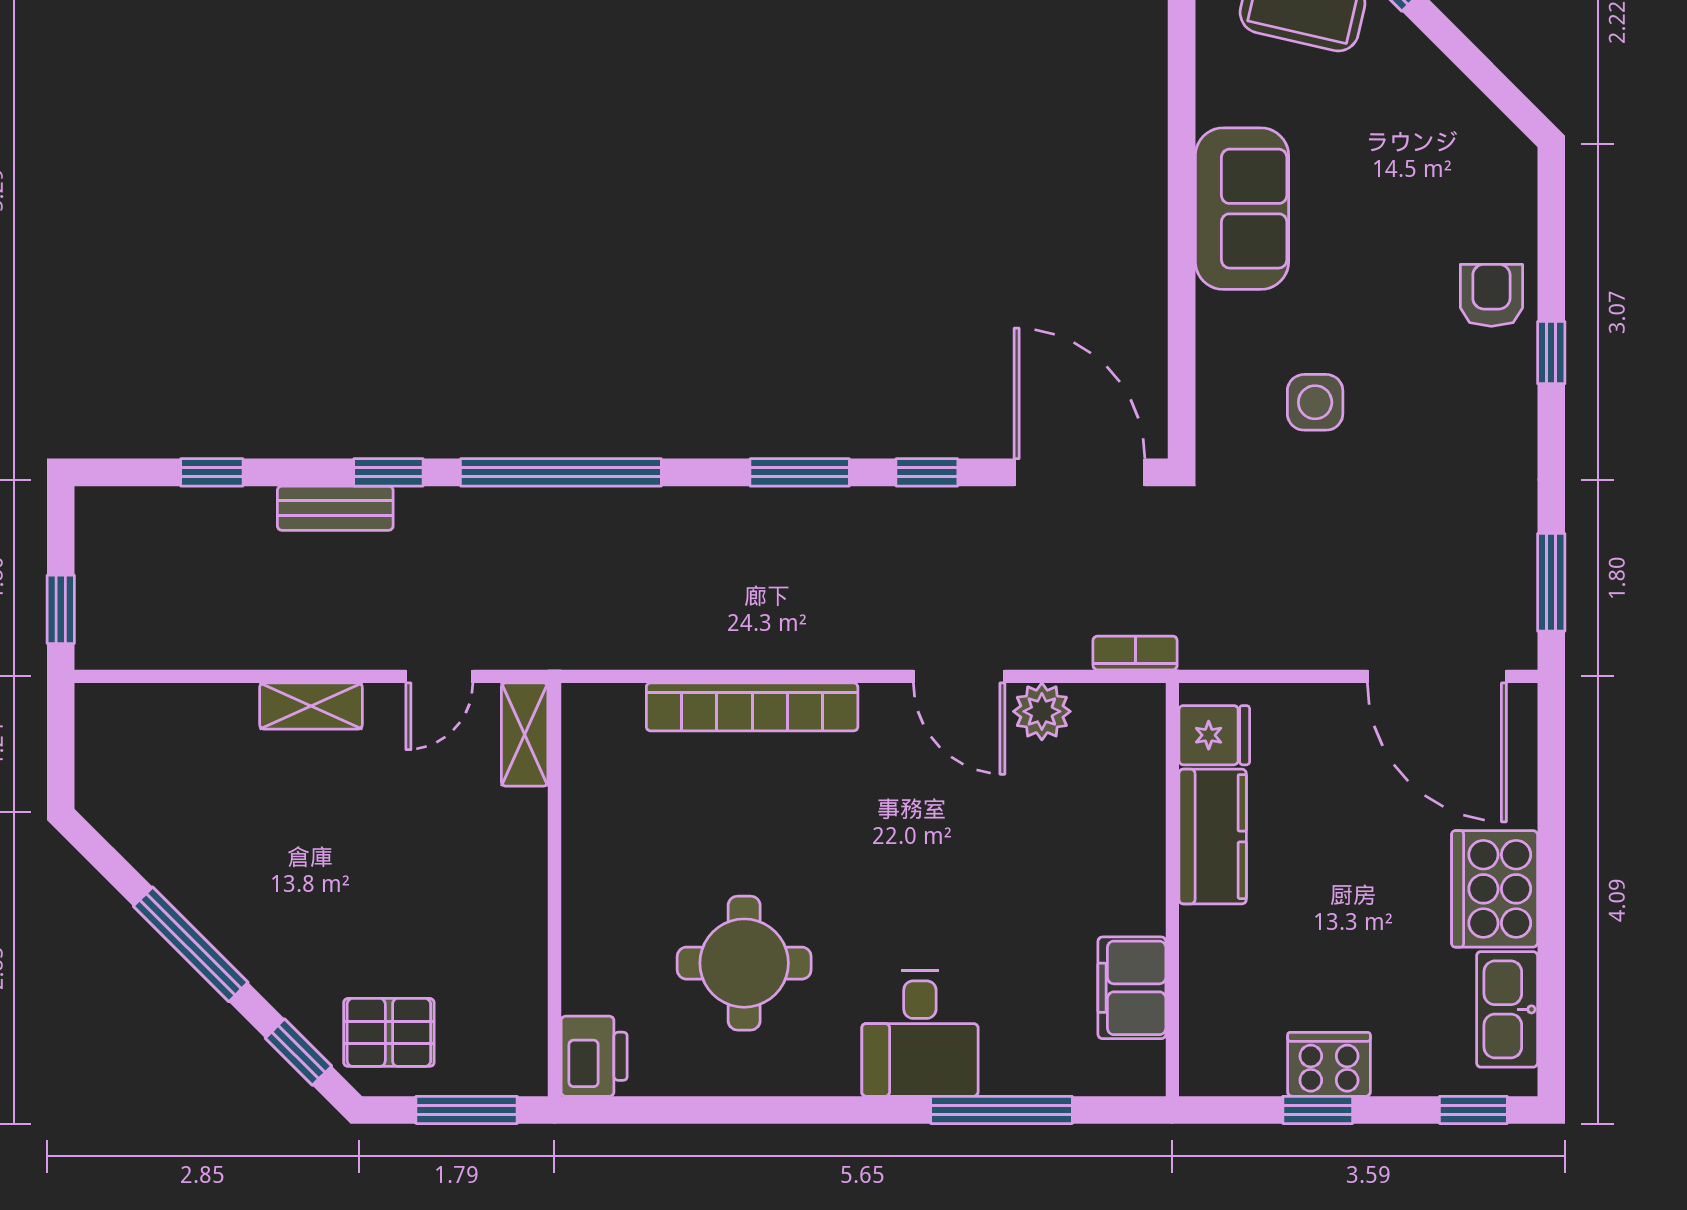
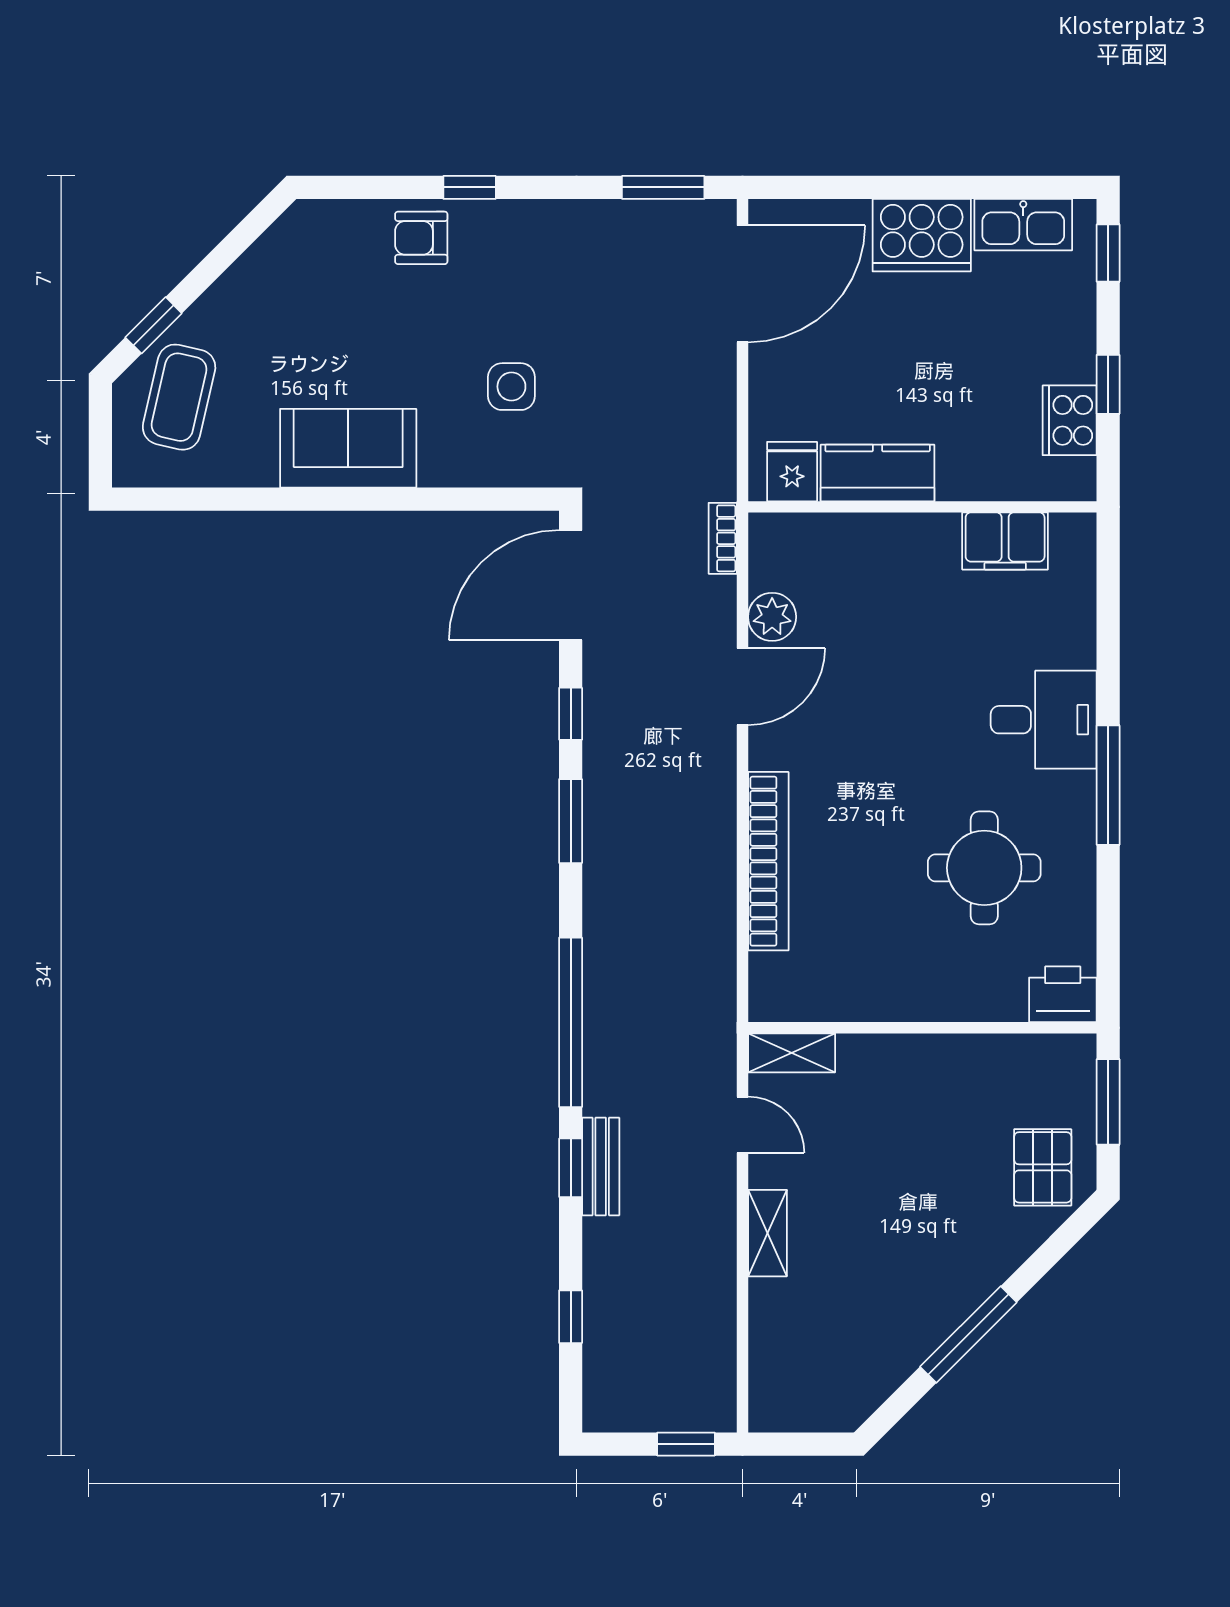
bench: (335, 508) -> (601, 1166), moved
window: (298, 1052) -> (1059, 1244), removed
cooker: (1329, 1064) -> (1070, 420), moved
window: (1001, 1110) -> (1108, 785), moved

